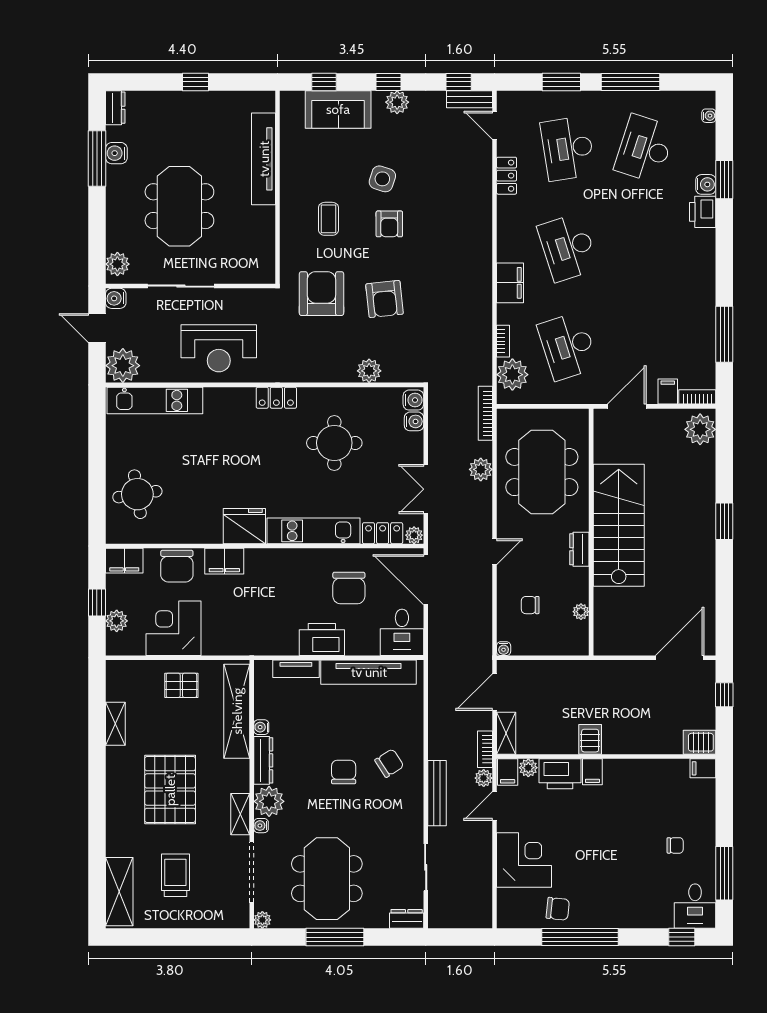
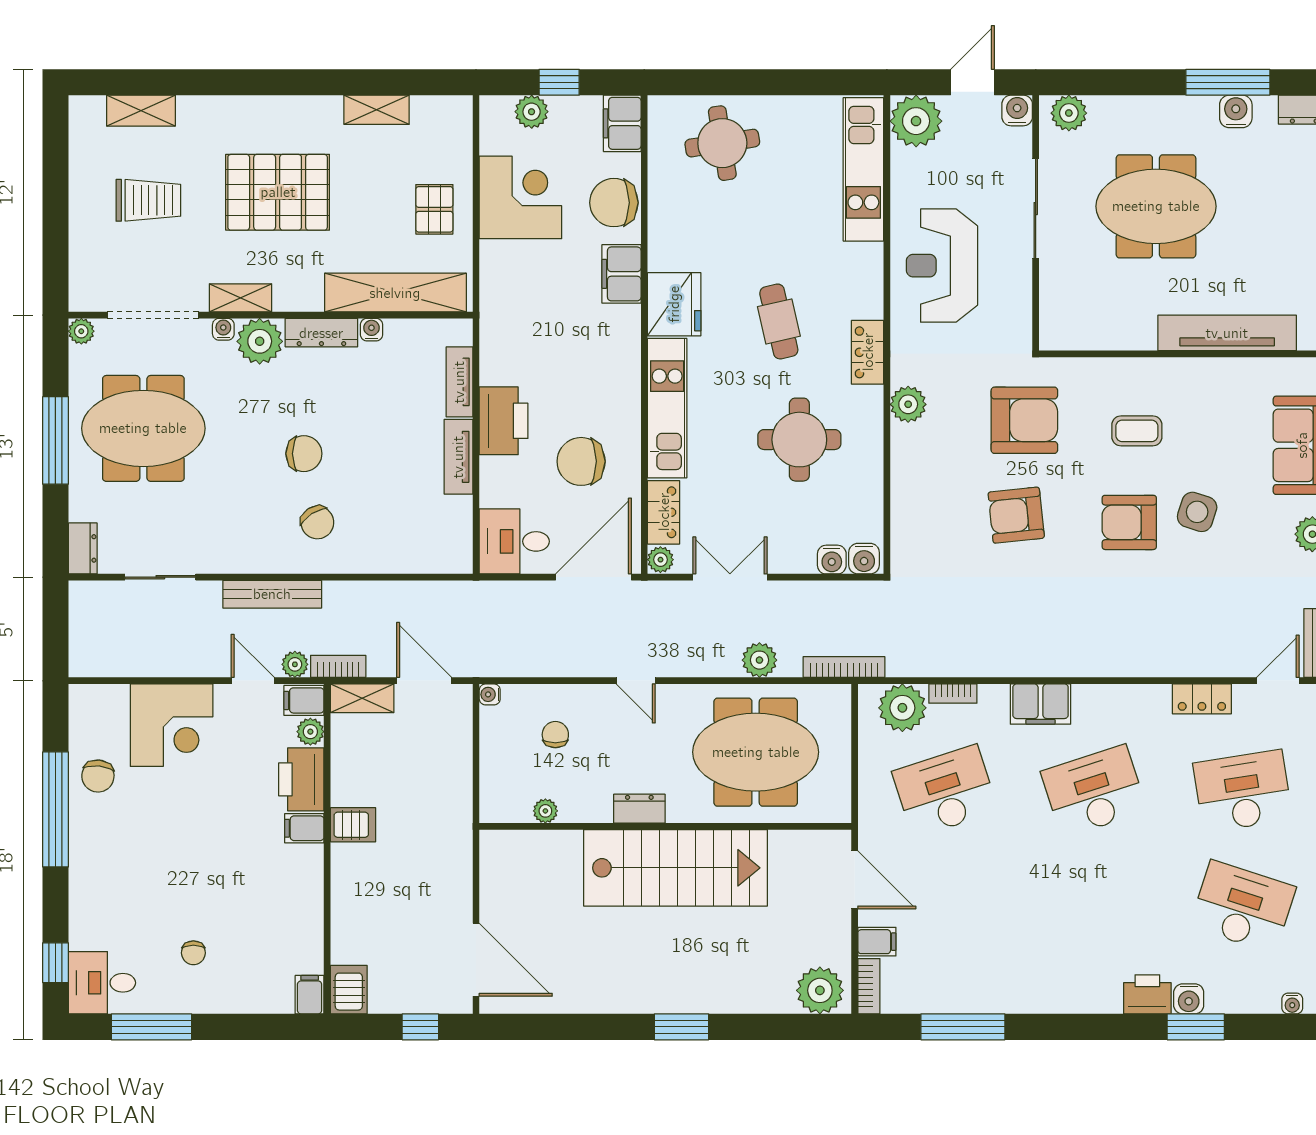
armchair: (389, 224) -> (1129, 522), width x1.38, depth x1.38
plant: (369, 371) -> (908, 404), moved
cafe table: (256, 457) -> (779, 321), added
tv unit: (369, 672) -> (458, 457), width x0.52, depth x0.78
shelving: (119, 892) -> (141, 111), width x0.67, depth x0.75

